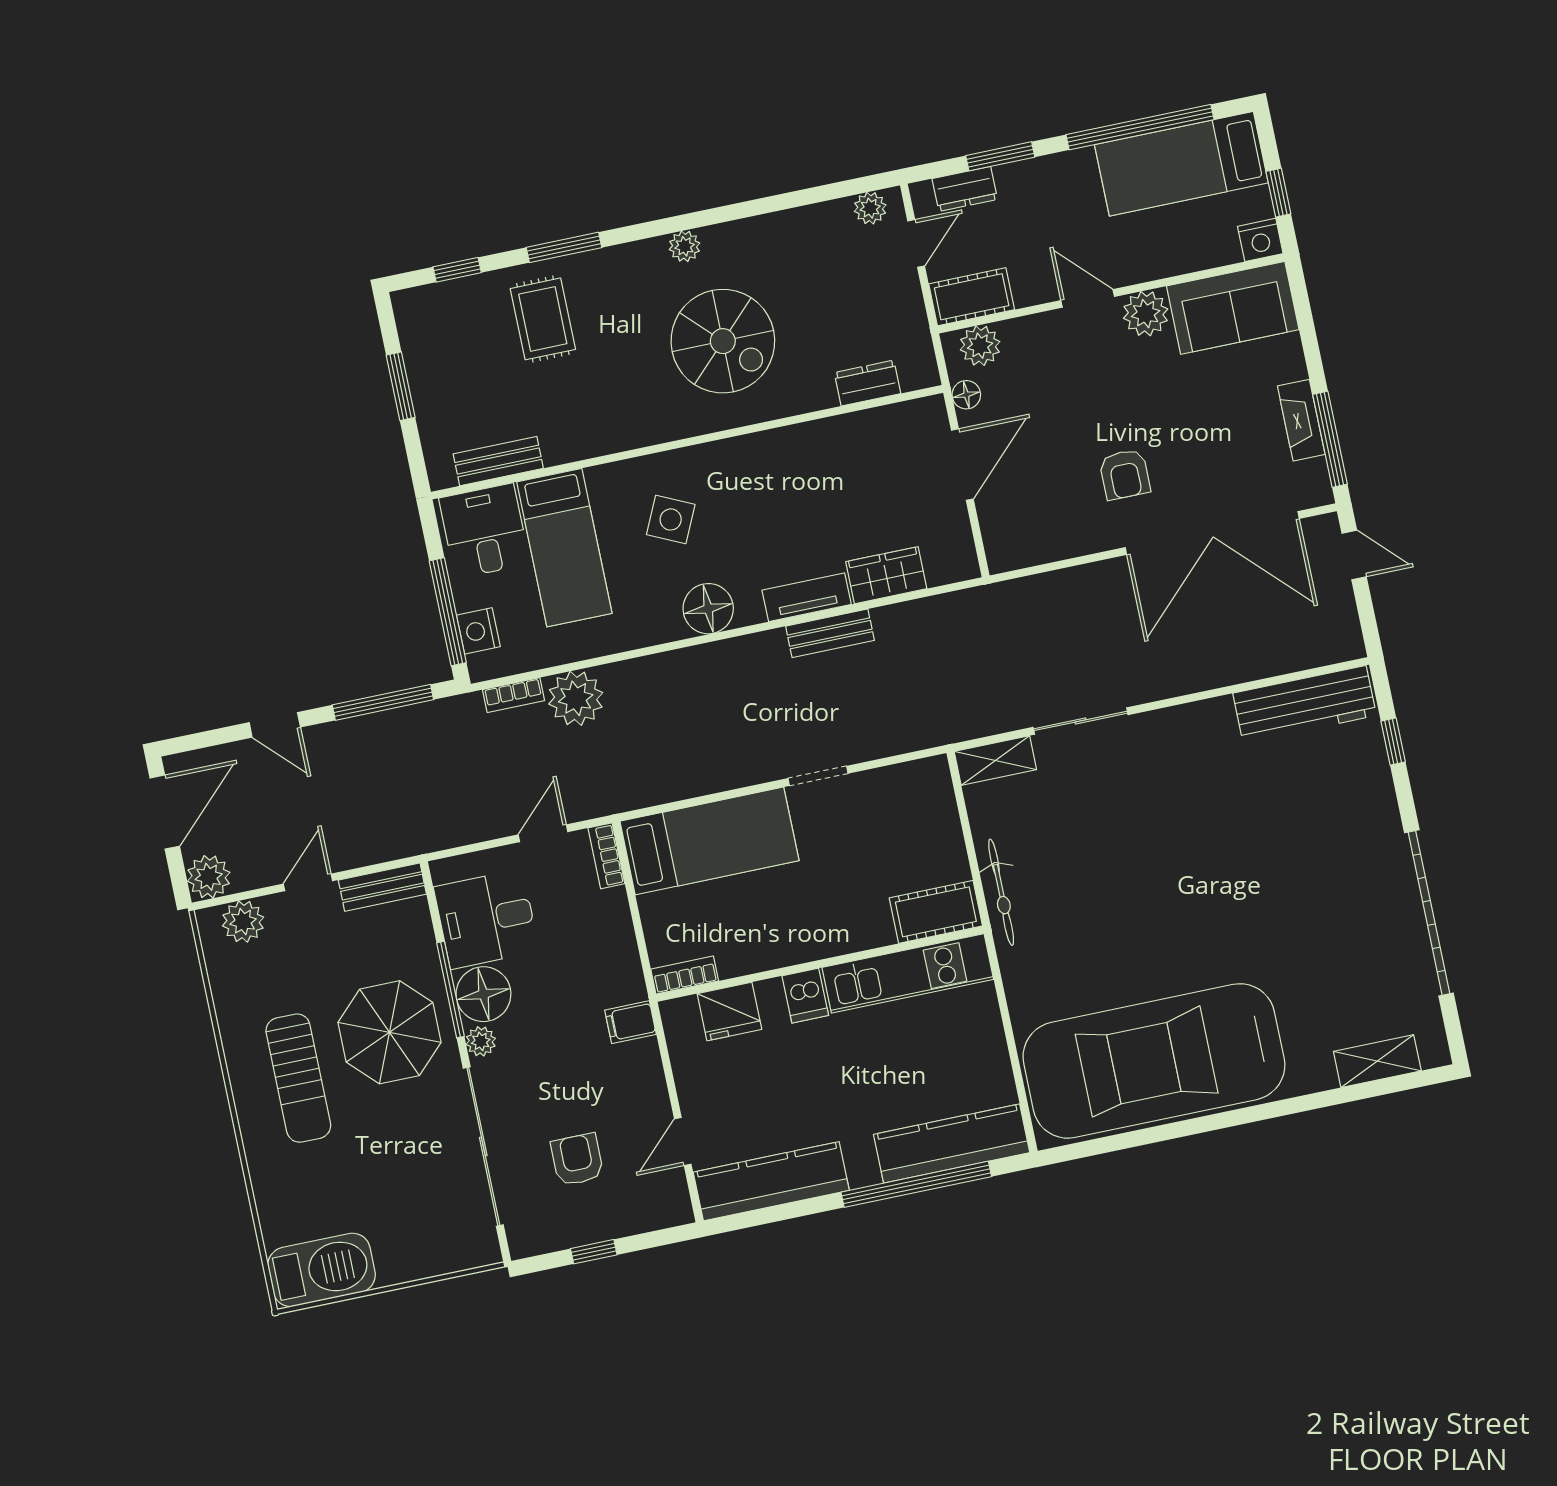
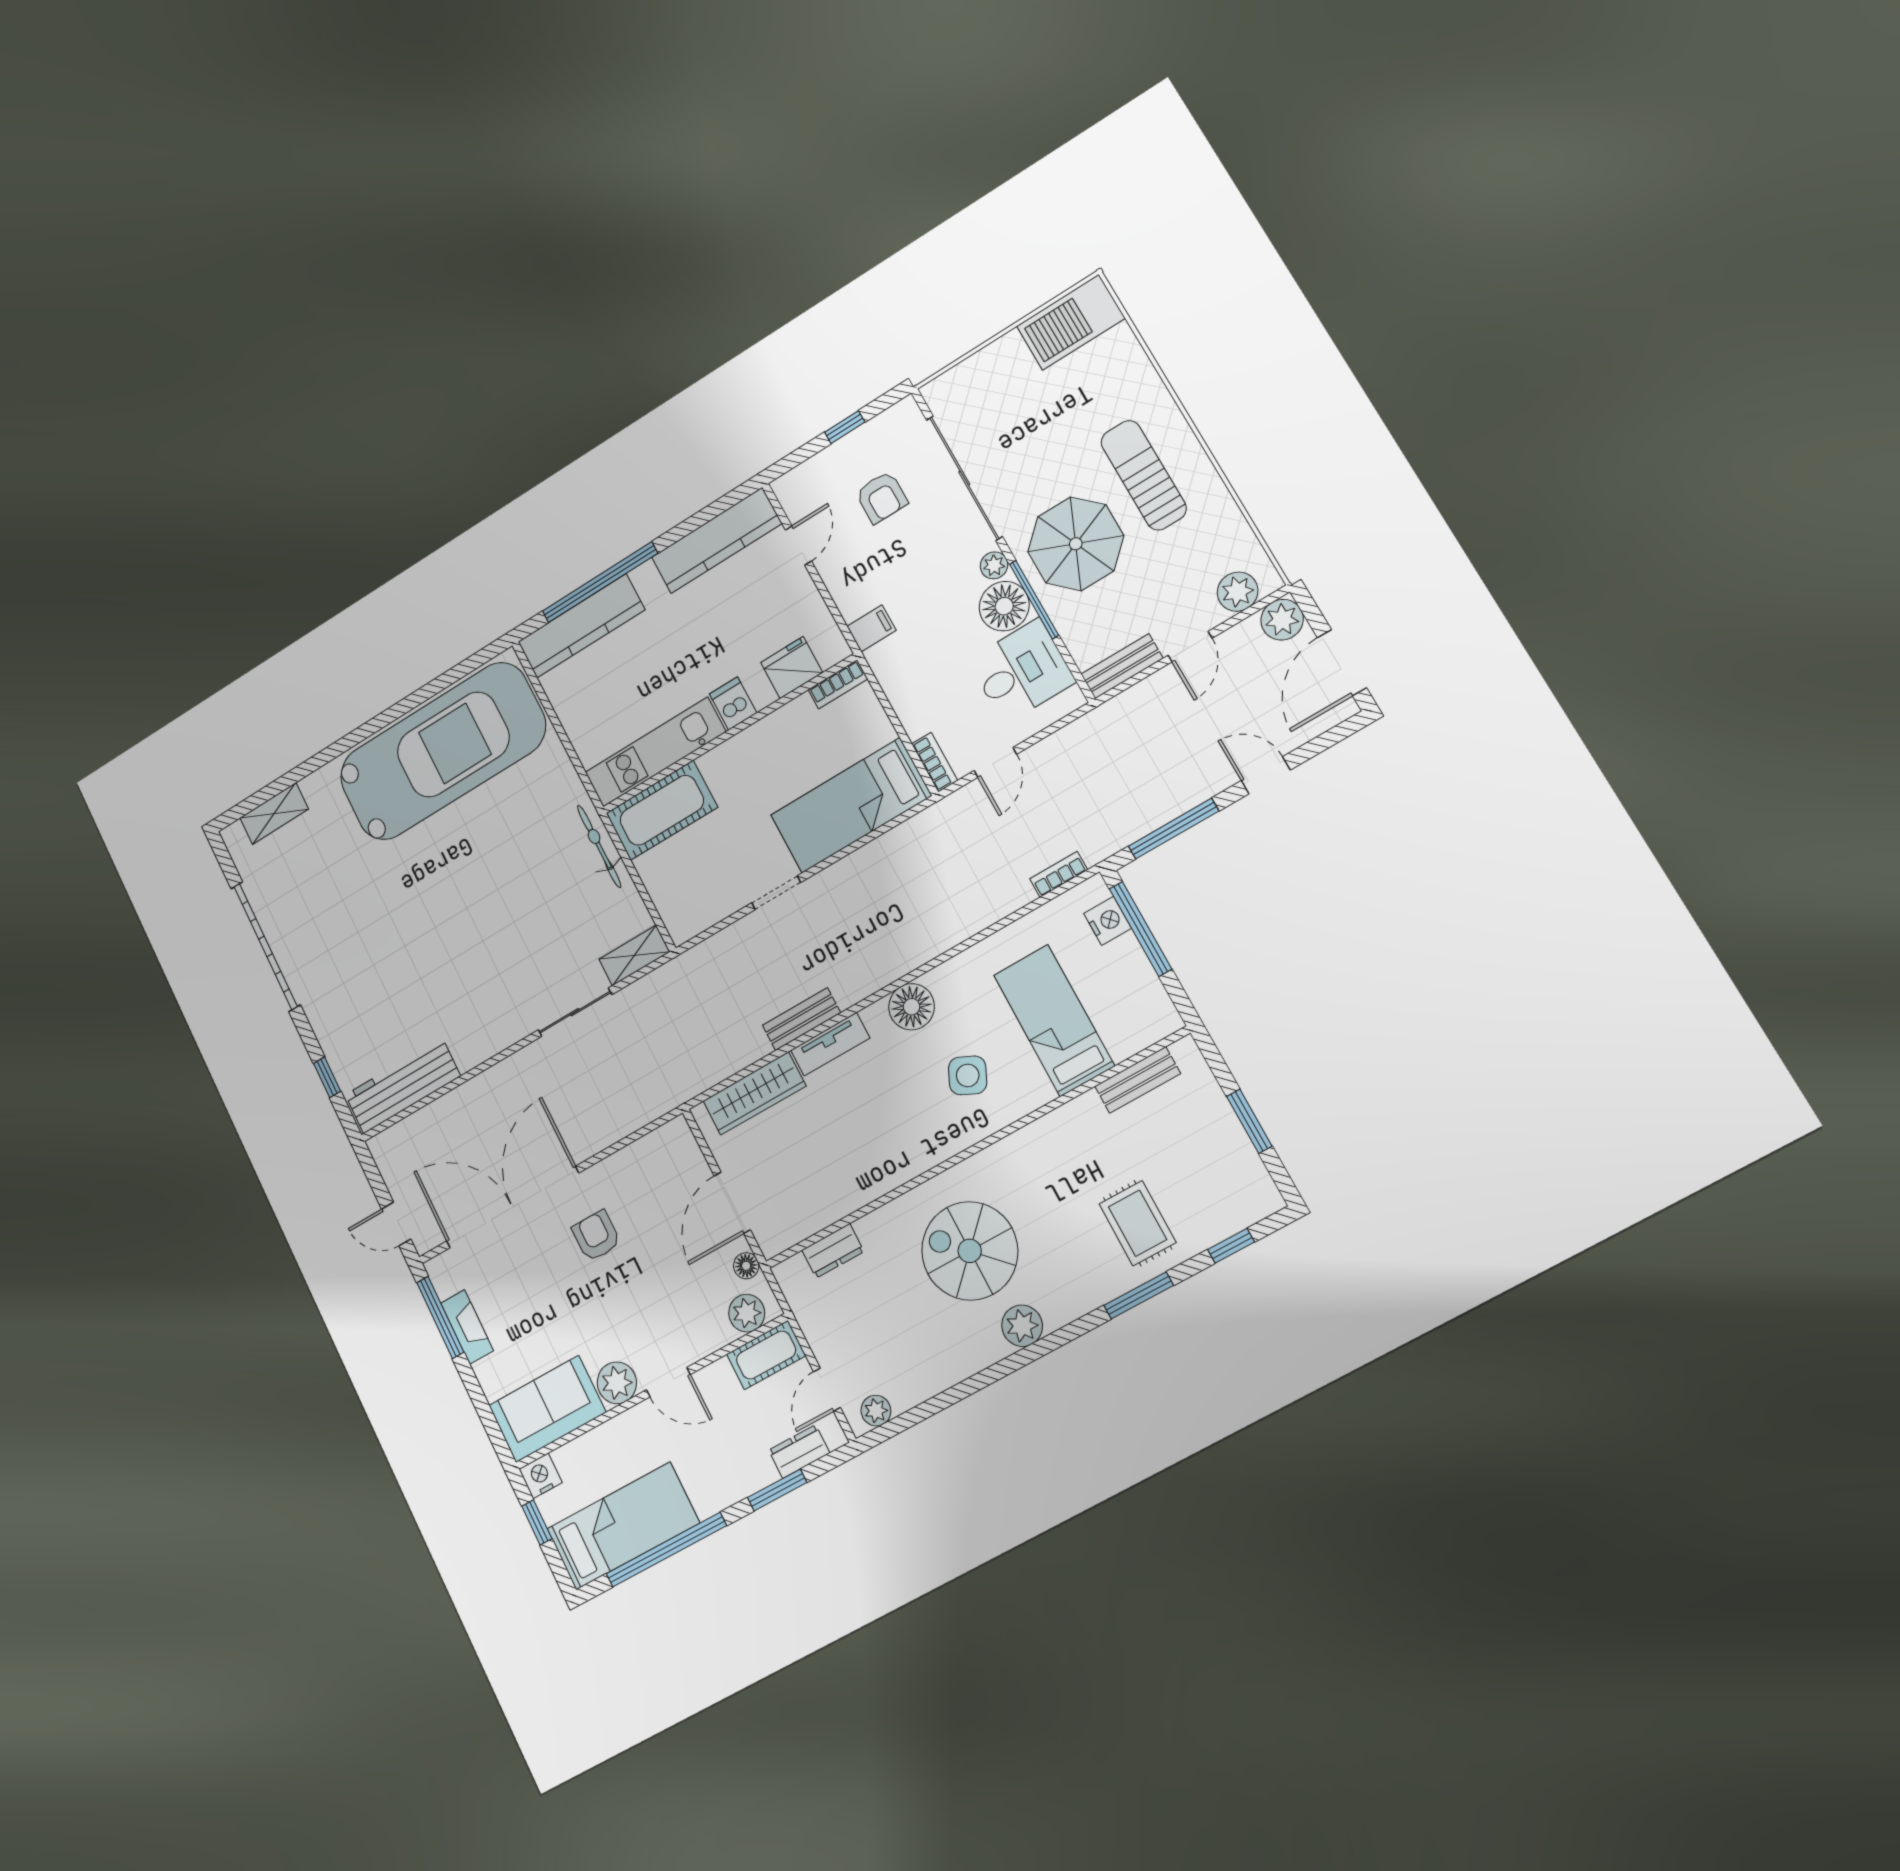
plant: (685, 246) -> (1022, 1326), width x1.38, depth x1.38
desk: (484, 531) -> (1130, 1012), removed
wardrobe: (886, 575) -> (754, 1093), width x1.50
plant: (576, 698) -> (1003, 890), removed
cot: (936, 912) -> (662, 810), width x1.37, depth x1.34

